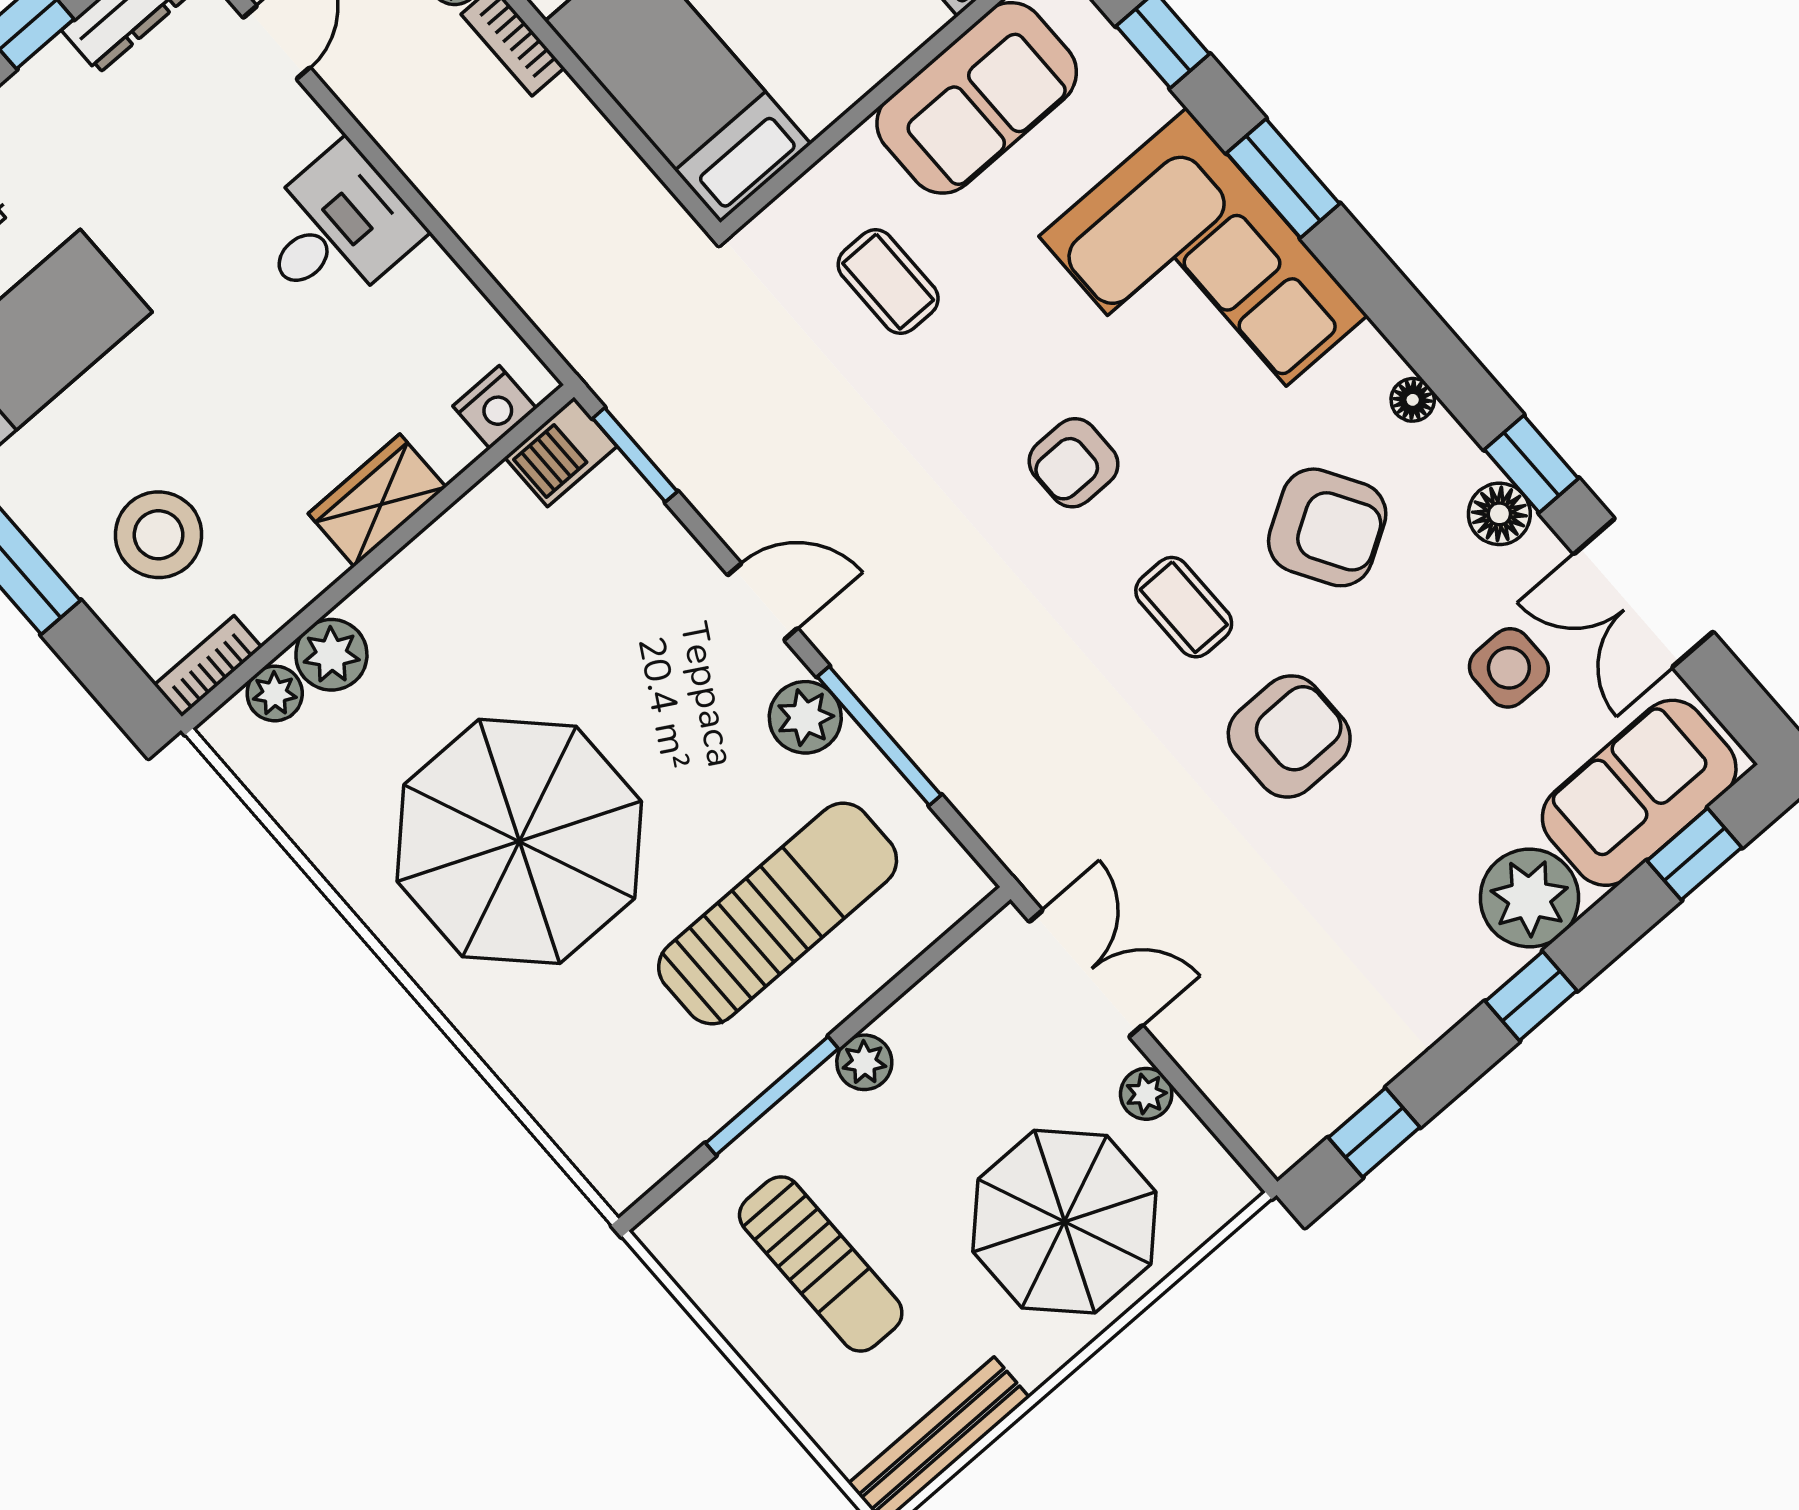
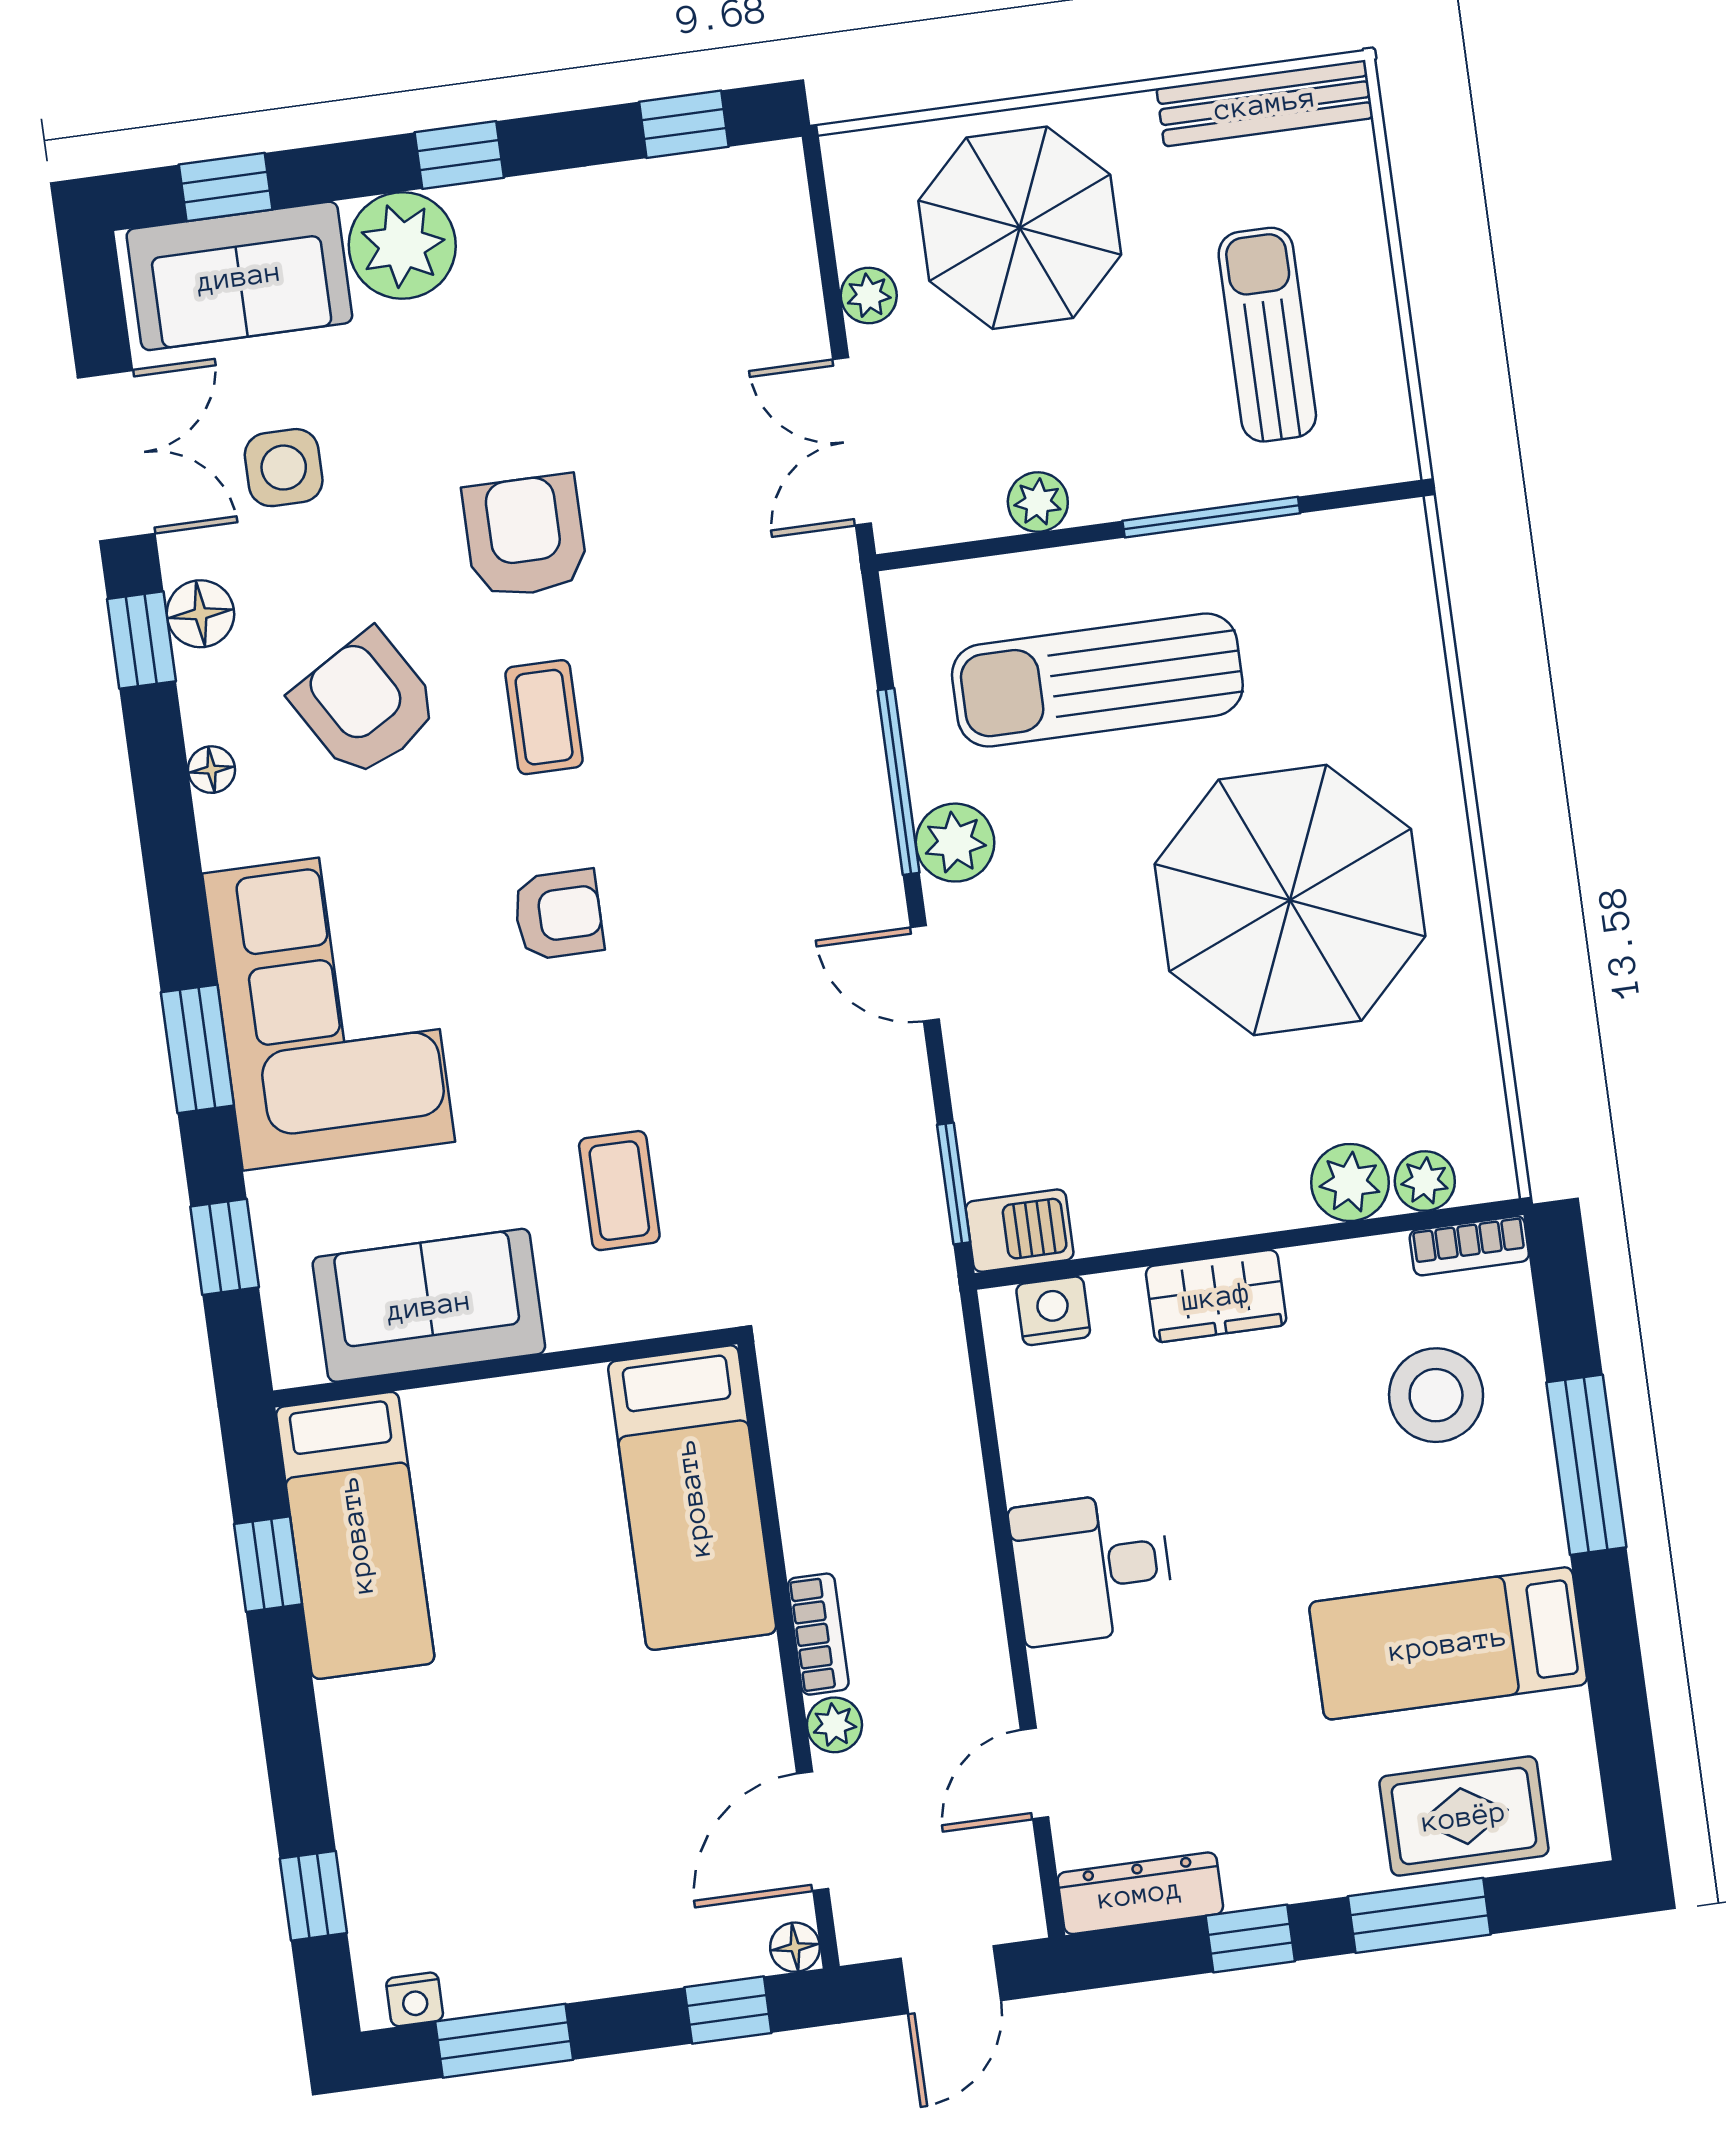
armchair: (1289, 736) -> (525, 536), turned 90
plant: (864, 1062) -> (1038, 502), moved

